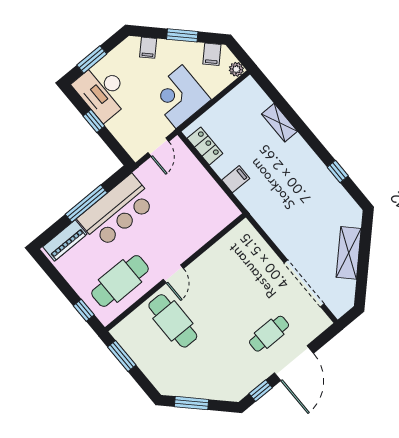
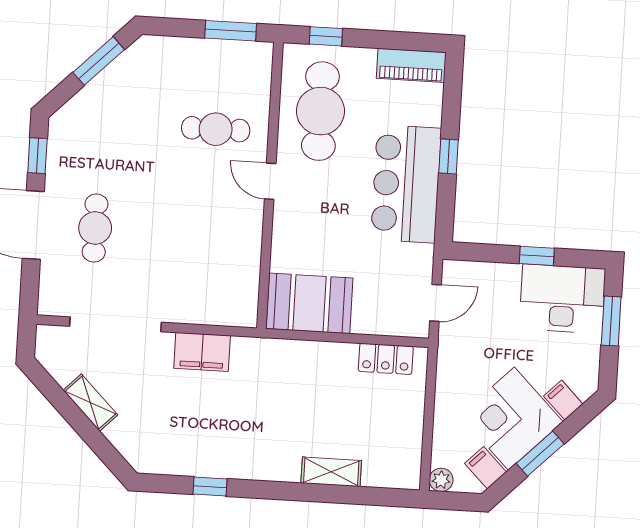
corner desk: (179, 97) -> (511, 419), moved, turned -135
door: (158, 147) -> (435, 303), swing flipped
filing cabinet: (236, 179) -> (202, 352), moved, width x2.00
window: (86, 203) -> (448, 156), width x0.46
booth: (212, 204) -> (309, 303), added
piano: (65, 240) -> (411, 65), moved, turned -90
shelving: (349, 253) -> (90, 403), width x0.67, depth x0.75
cafe table: (173, 321) -> (216, 129), width x0.73, depth x0.74

